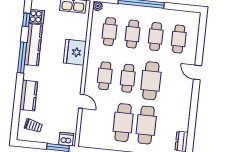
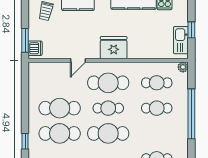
cafe table: (156, 36) -> (157, 133), removed
fridge: (75, 52) -> (114, 48), moved
cafe table: (105, 76) -> (108, 83), width x1.37, depth x1.35

